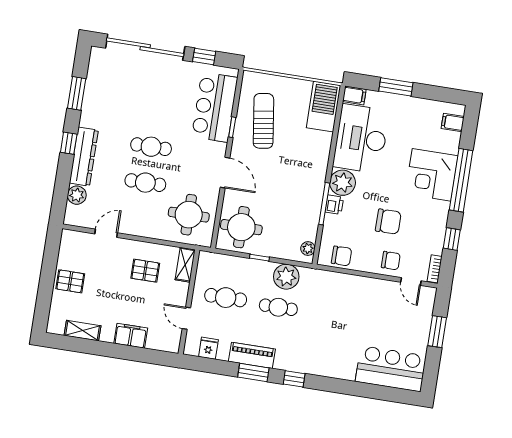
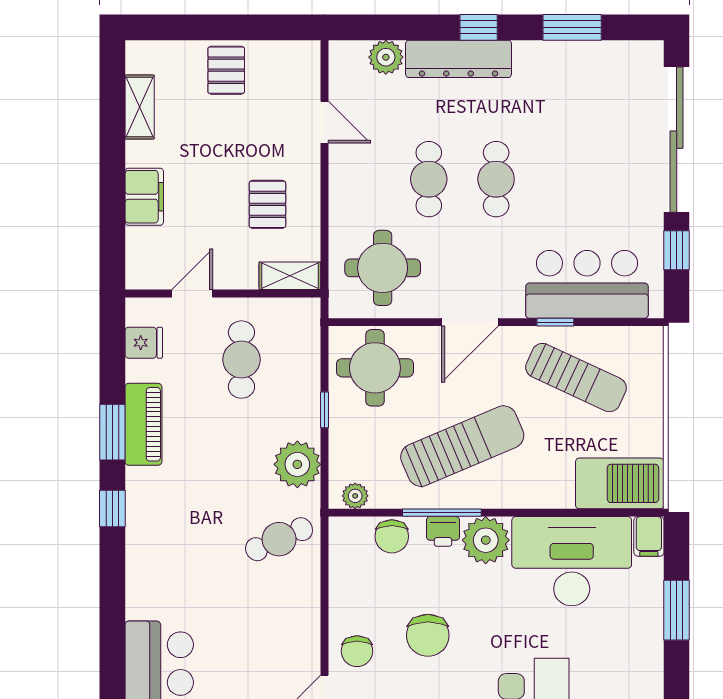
sun lounger: (263, 121) -> (576, 378), turned 33
sun lounger: (290, 187) -> (462, 446), added
chair: (342, 256) -> (392, 536), moved
cafe table: (278, 307) -> (279, 539), moved, turned 66

